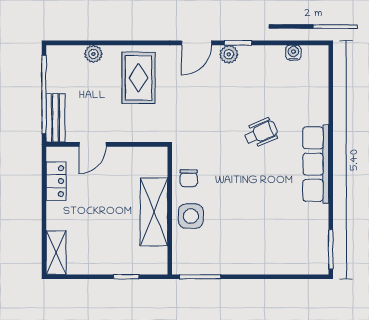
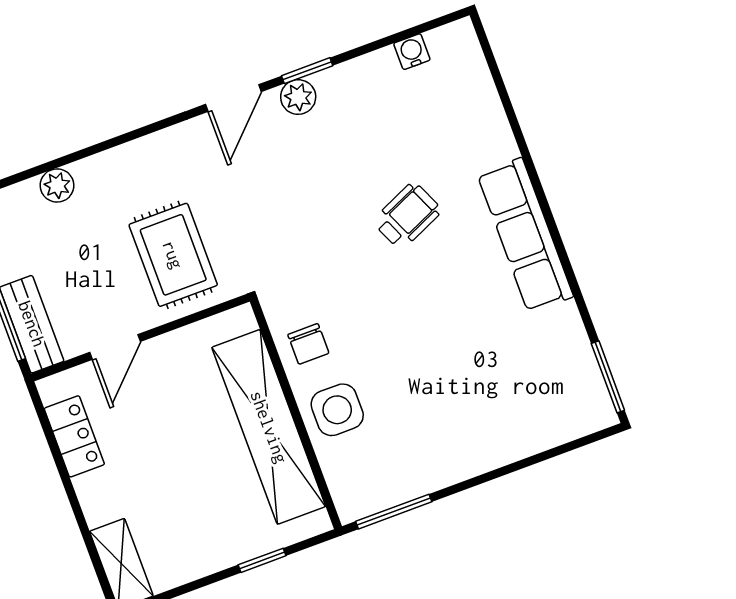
rug: (138, 78) -> (173, 255), moved
shelving: (154, 212) -> (269, 427), width x1.47

